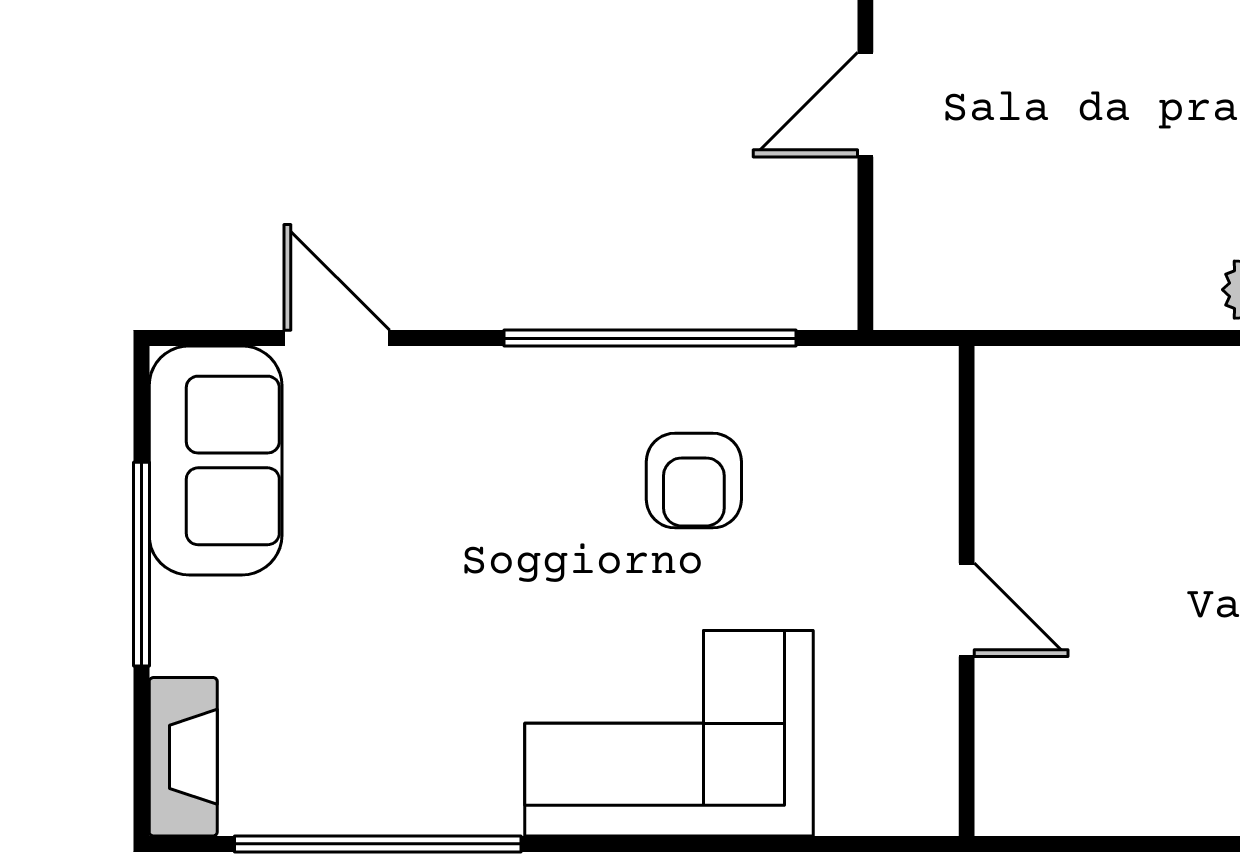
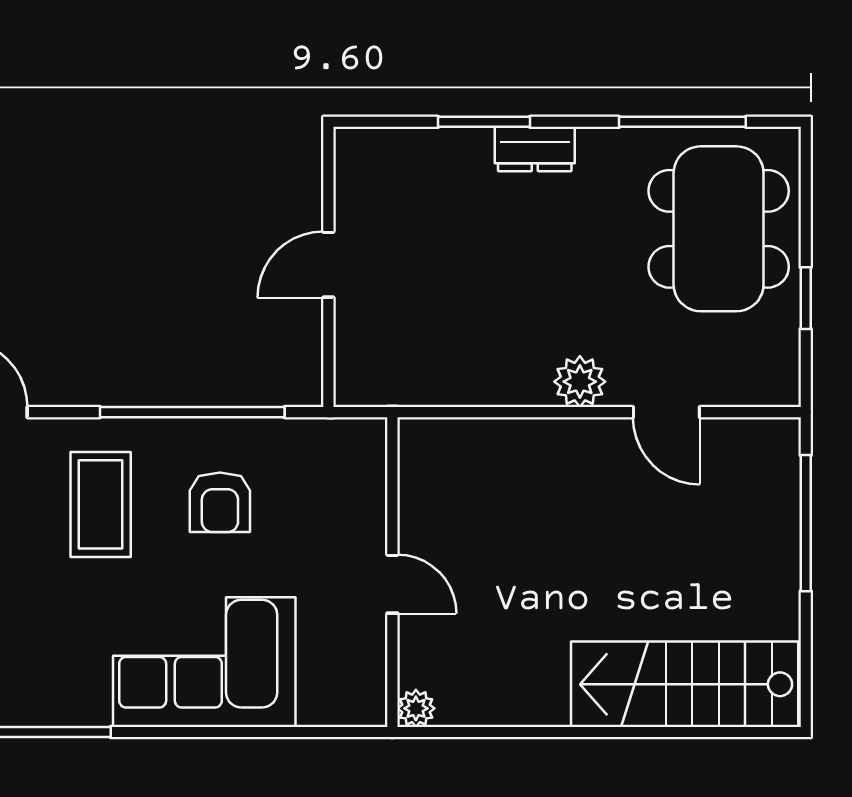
coffee table: (505, 484) -> (101, 504), added
plant: (1004, 807) -> (416, 708), added

